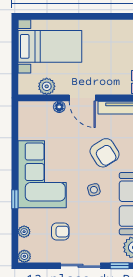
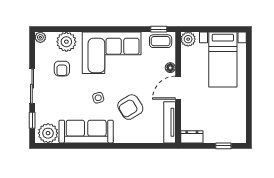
plant: (47, 86) -> (188, 39), moved
coffee table: (29, 118) -> (161, 41), added
window: (15, 199) -> (159, 29), moved
plant: (24, 232) -> (66, 42), width x1.88, depth x1.88

